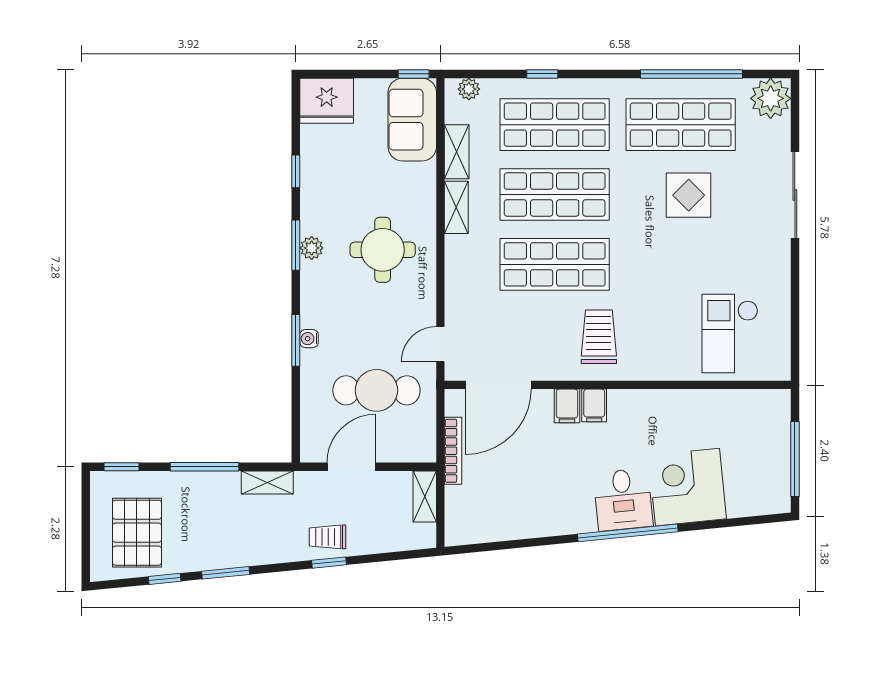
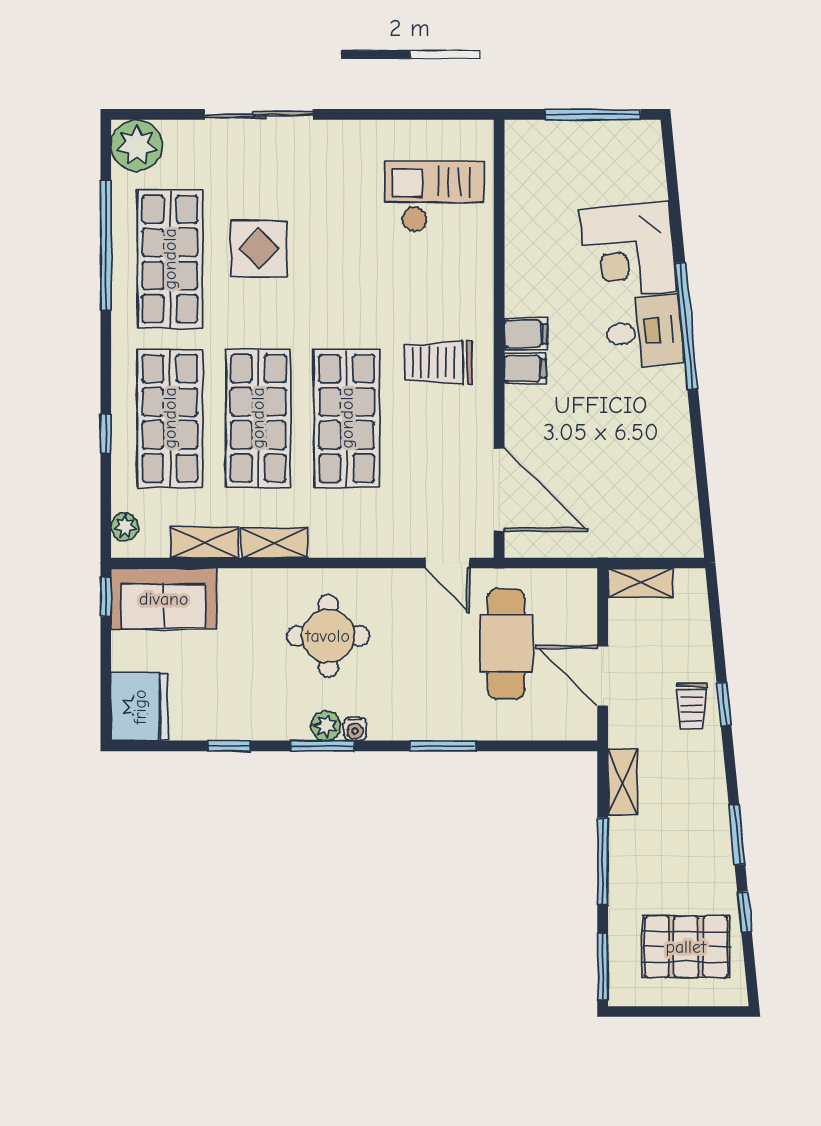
checkout: (730, 334) -> (434, 197), turned 180
water cooler: (309, 339) -> (355, 729), moved
filing cabinet: (567, 406) -> (526, 334), moved
bookcase: (453, 451) -> (582, 547), removed
window: (122, 467) -> (603, 966), width x1.50

